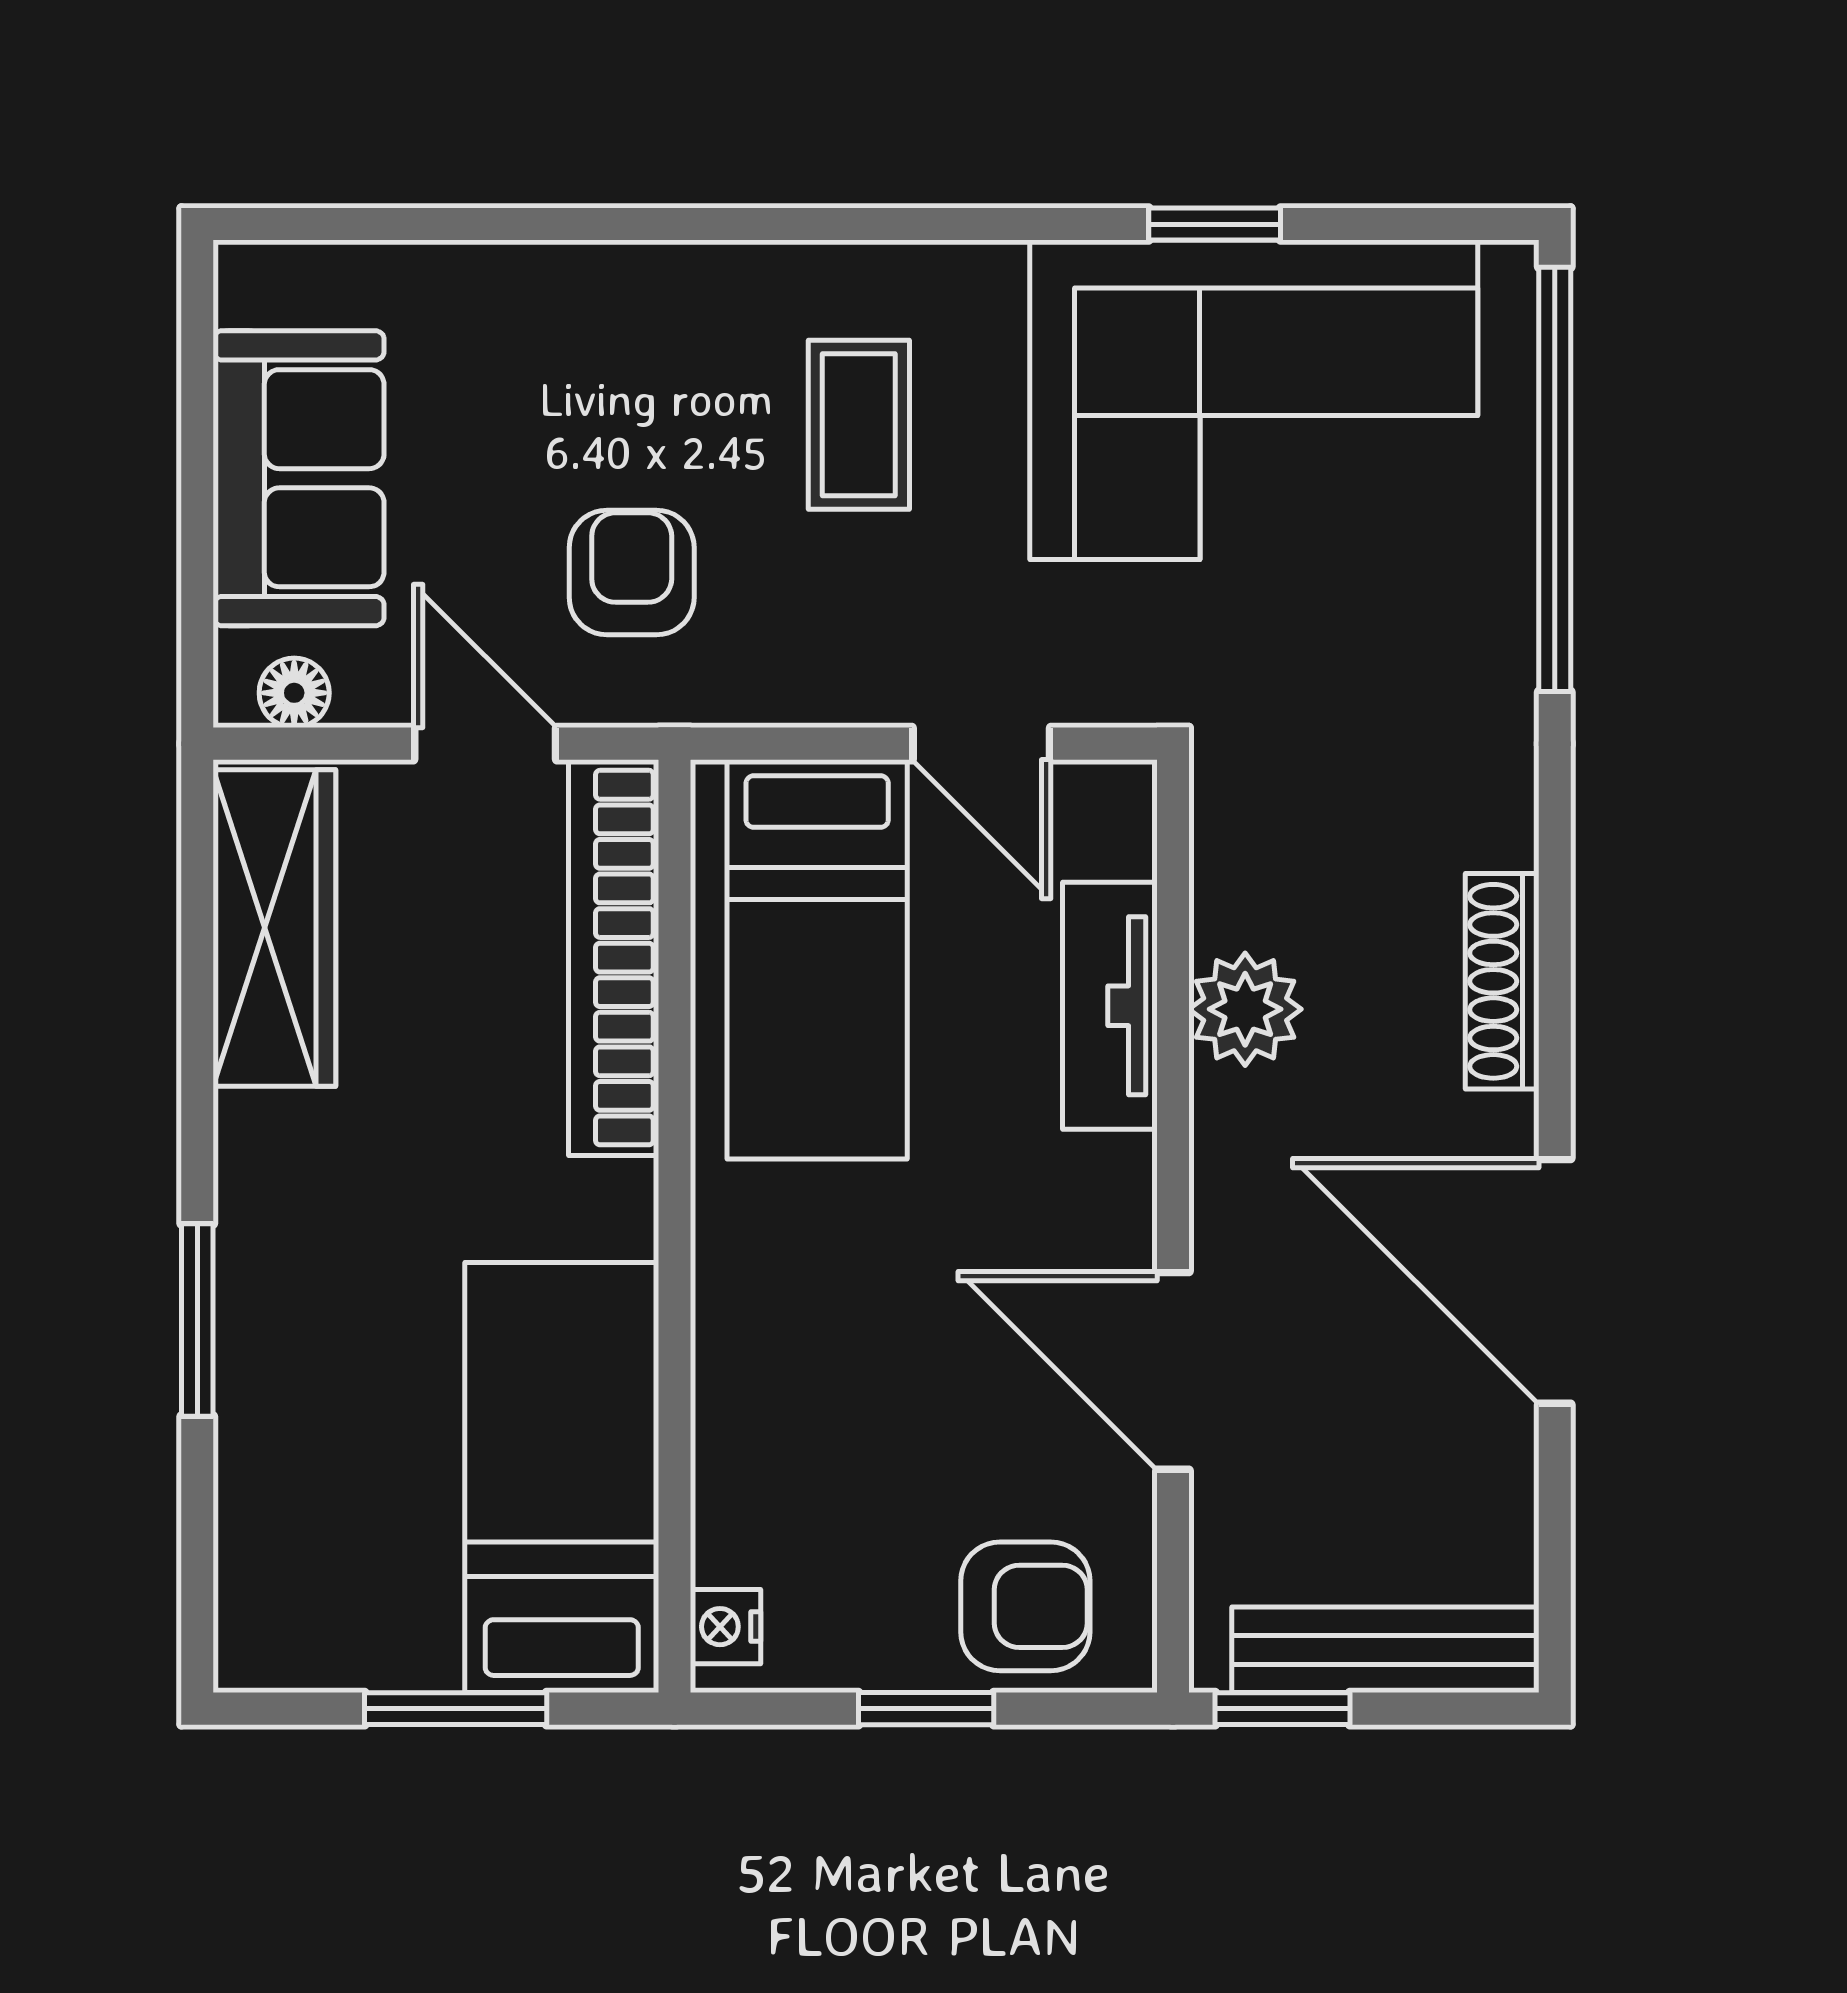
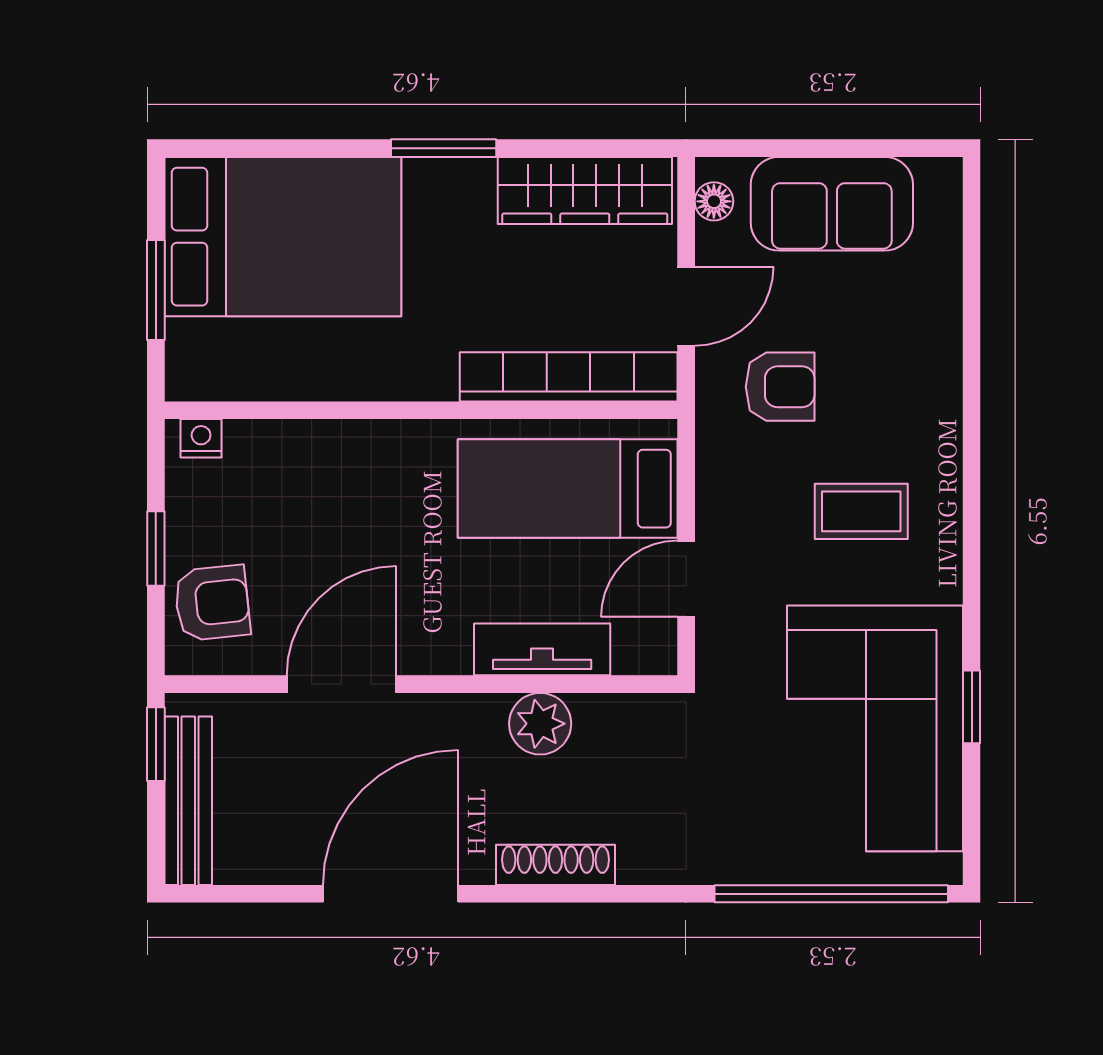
window: (197, 1320) -> (444, 148), moved
bed: (562, 1478) -> (283, 237), moved, width x1.50
armchair: (1025, 1606) -> (212, 603), turned -96

